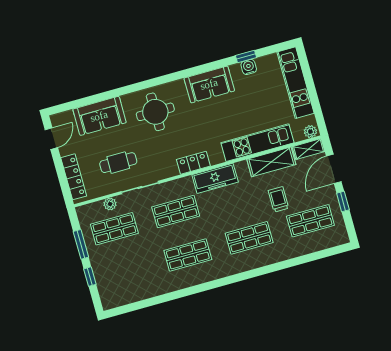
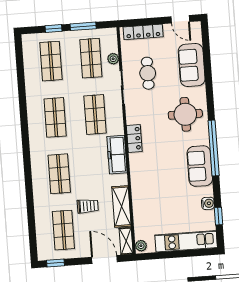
window: (246, 56) -> (219, 216), moved
window: (186, 73) -> (214, 148), added
kitchen unit: (257, 143) -> (141, 198), removed
window: (343, 202) -> (56, 263), moved
shop shelf: (126, 272) -> (51, 61), added

